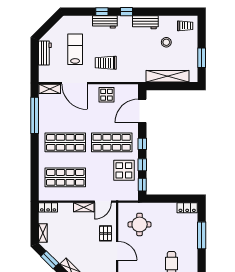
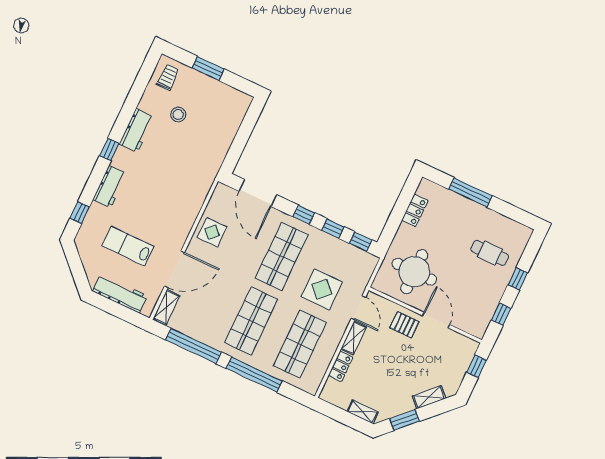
window: (102, 12) -> (80, 213), moved
workbench: (45, 53) -> (120, 294), width x1.37
window: (202, 58) -> (208, 68), moved
trolley: (106, 63) -> (167, 212), removed
shelving: (167, 76) -> (226, 135), removed
window: (35, 159) -> (254, 375), added
display table: (124, 170) -> (322, 289), moved
locker: (48, 207) -> (341, 366), moved
locker: (187, 208) -> (415, 210), moved
round table: (140, 224) -> (414, 272), width x1.36, depth x1.36
door: (117, 251) -> (436, 320), hinge flipped

